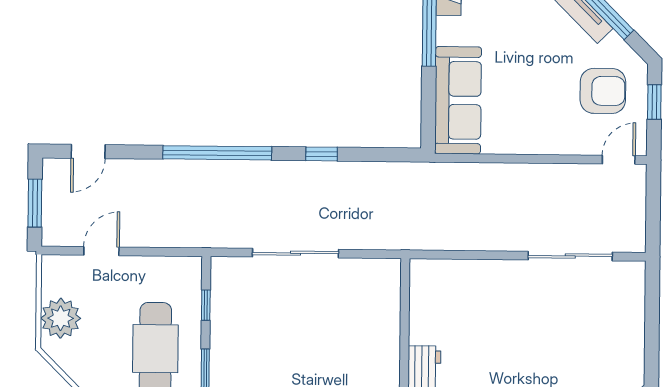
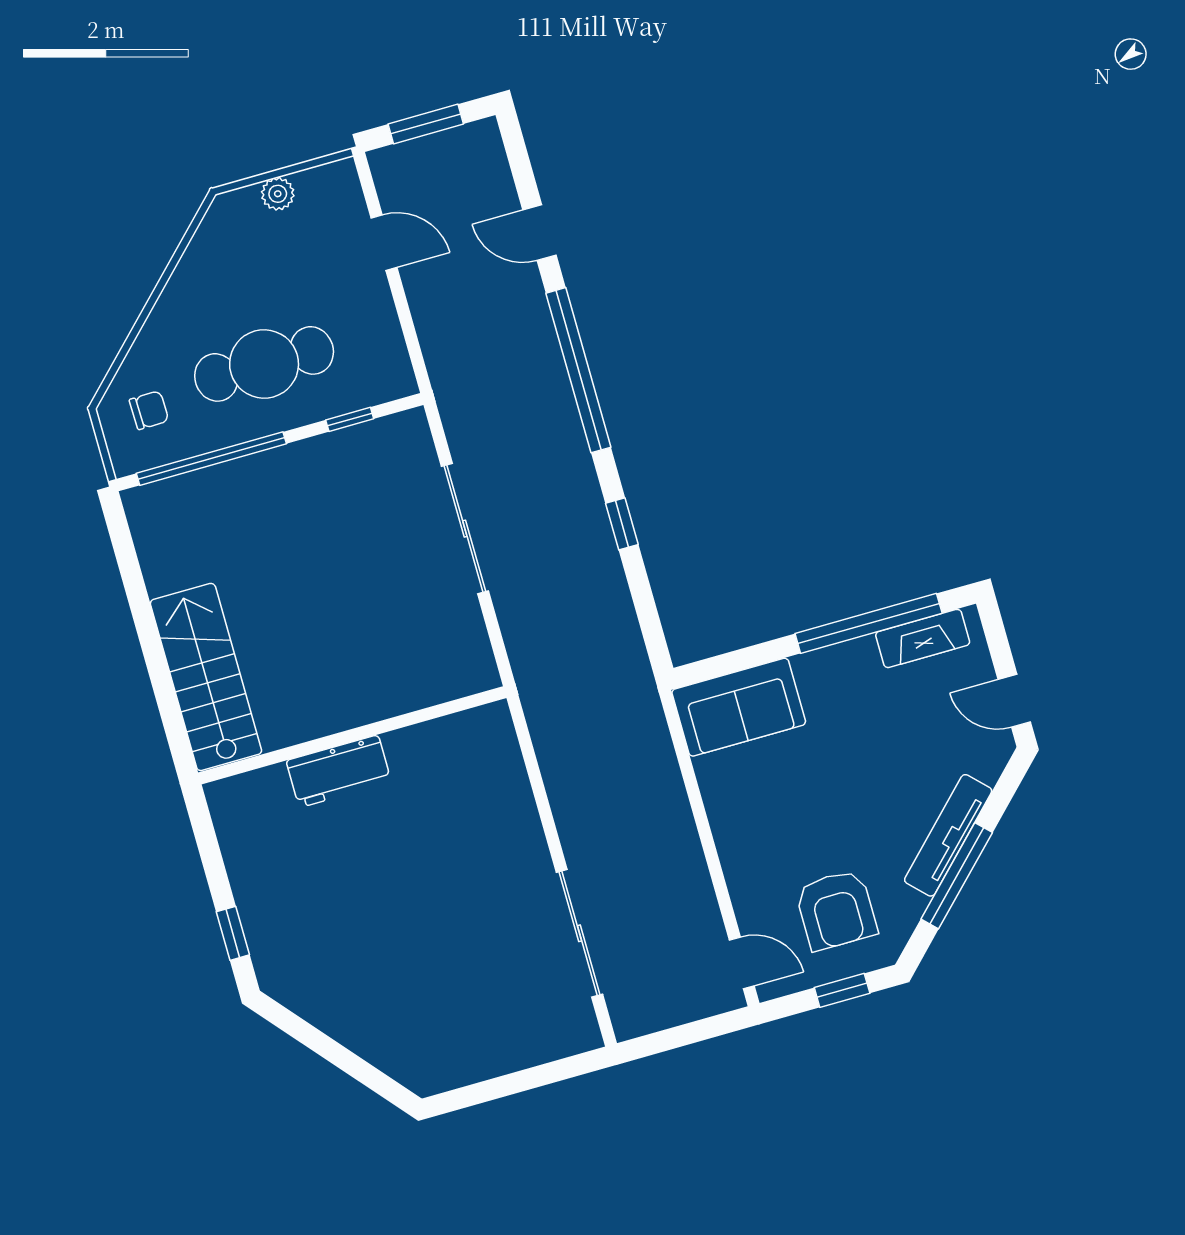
sofa: (458, 100) -> (739, 707), width x0.73
door: (88, 151) -> (539, 233), moved
plant: (61, 318) -> (278, 194), width x0.53, depth x0.53

